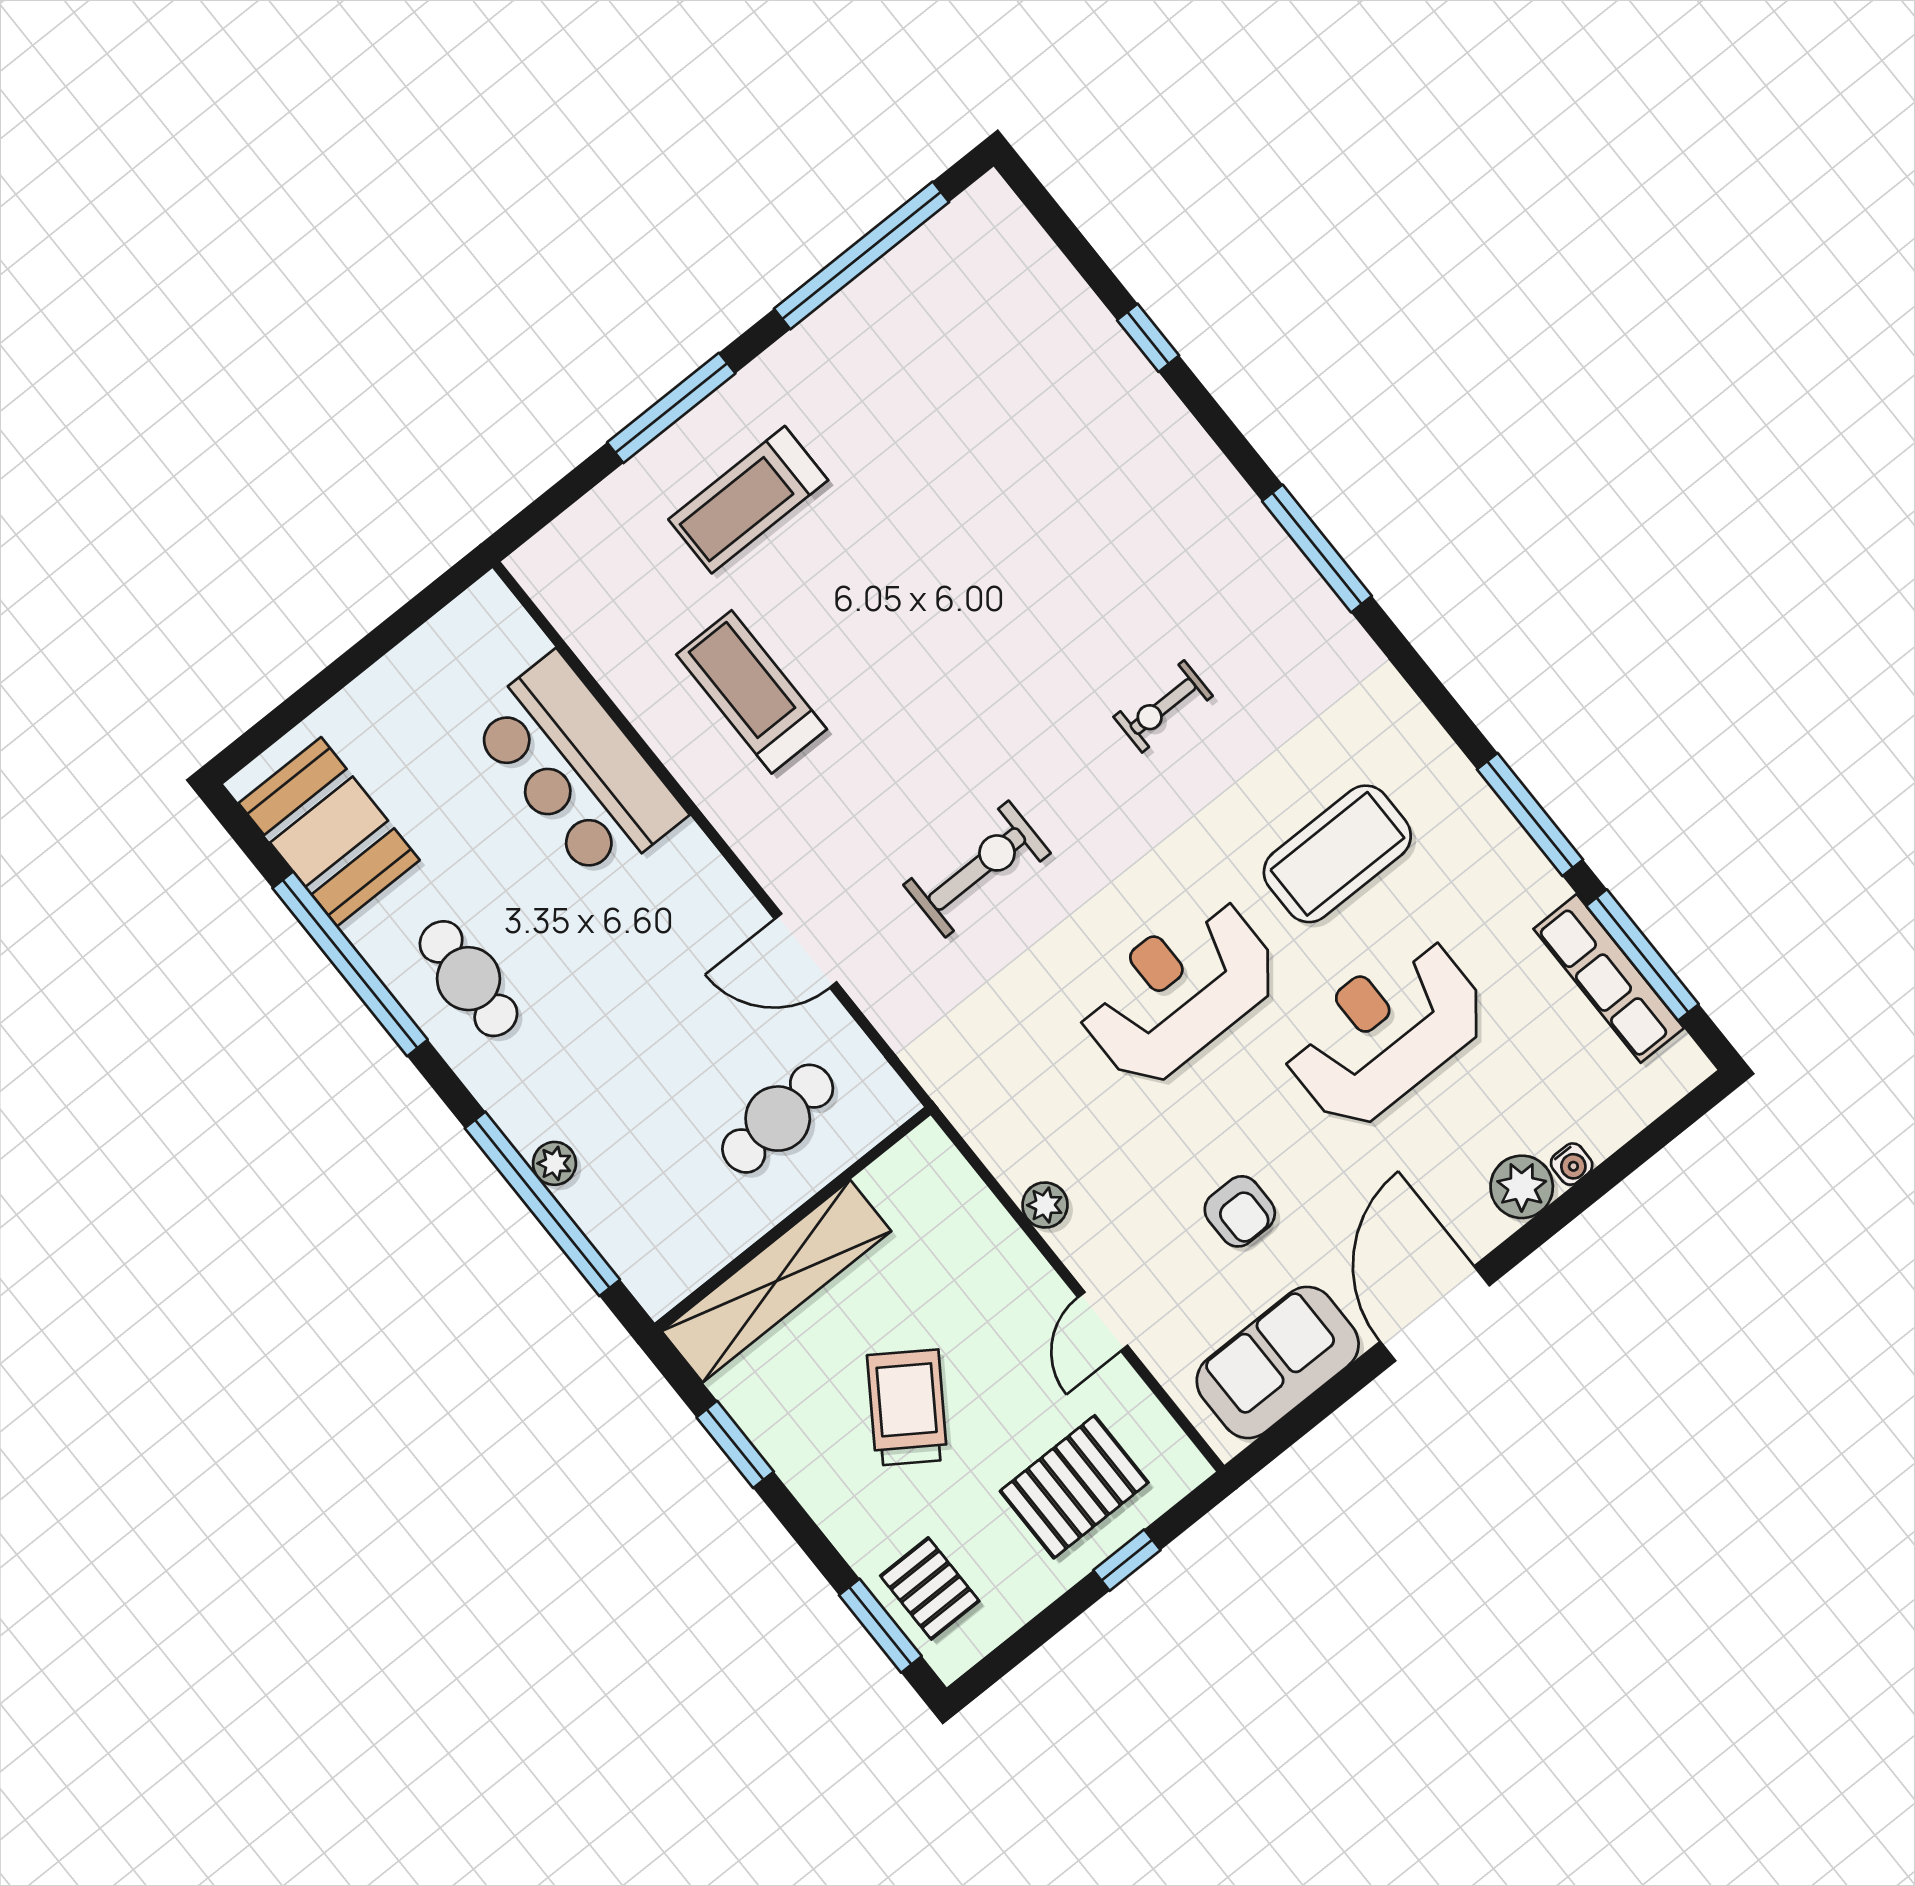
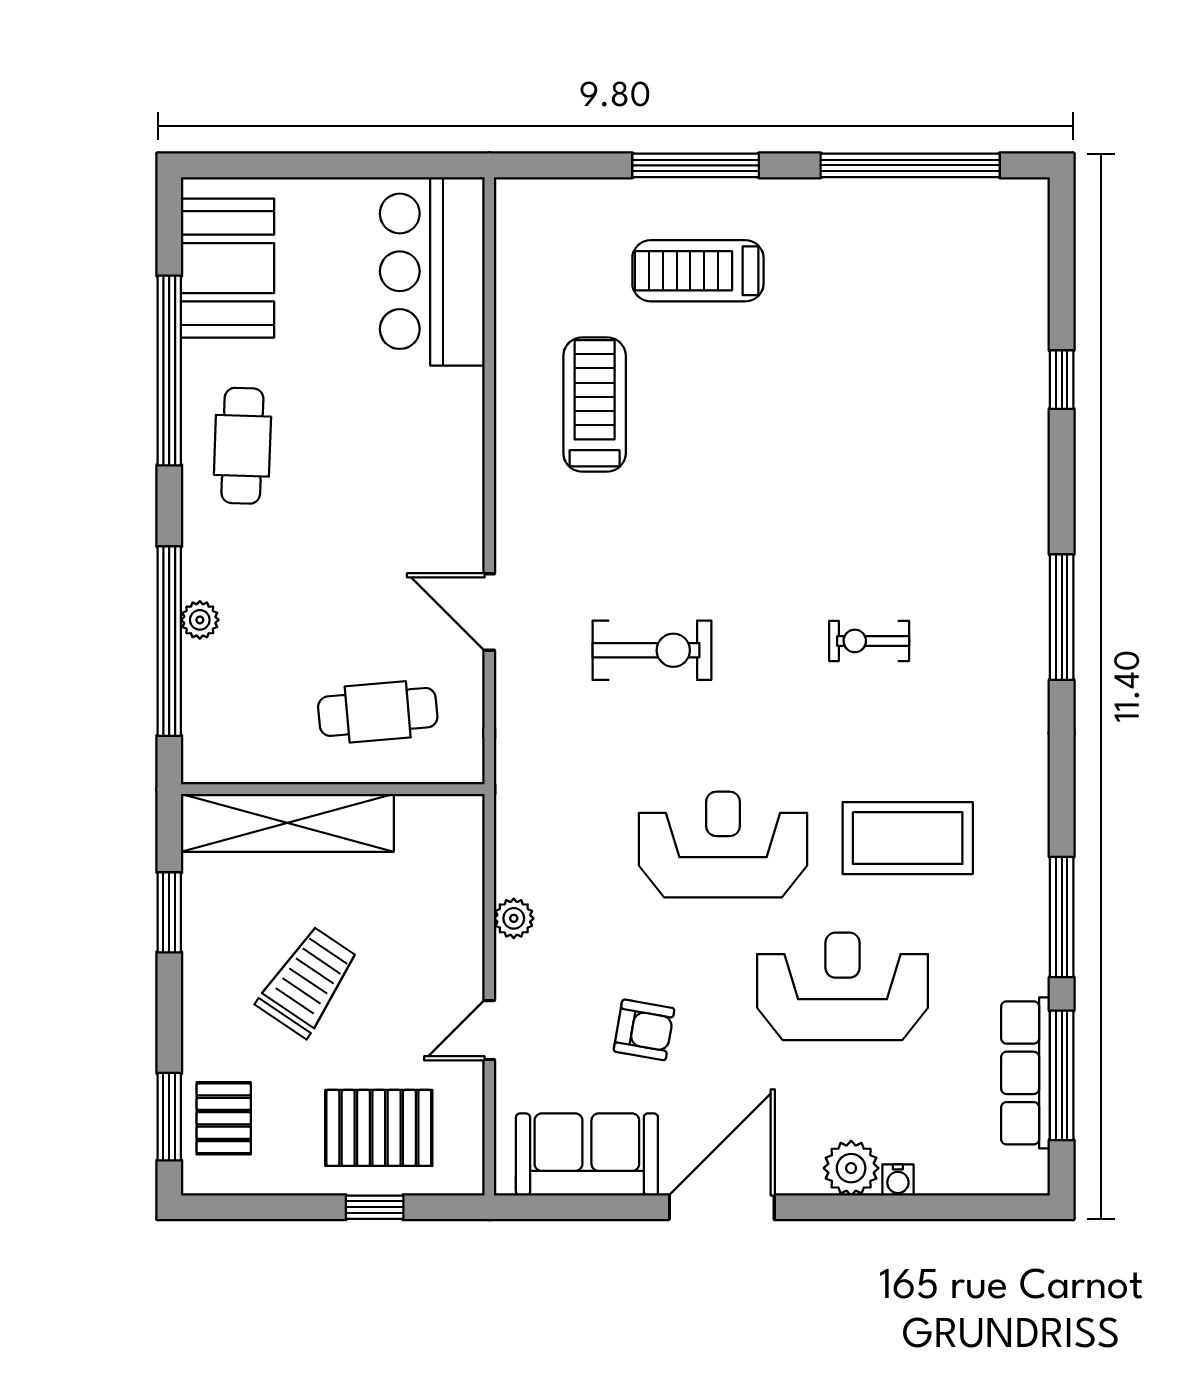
bar counter: (577, 768) -> (432, 271), moved
armchair: (1240, 1211) -> (644, 1030), turned -80

